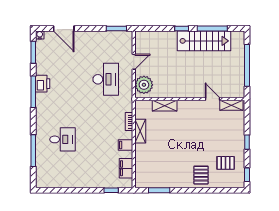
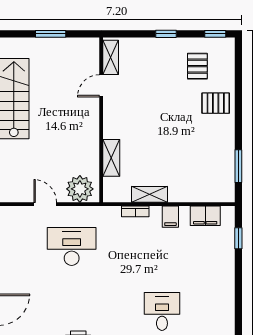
window: (247, 65) -> (51, 34), width x0.47

